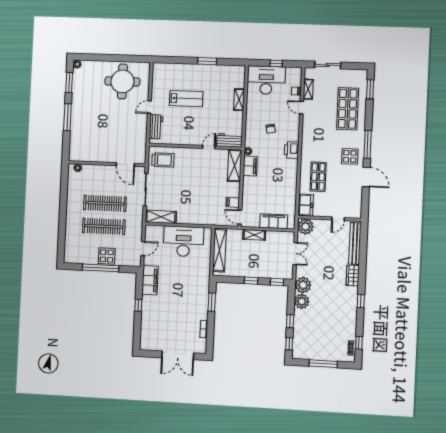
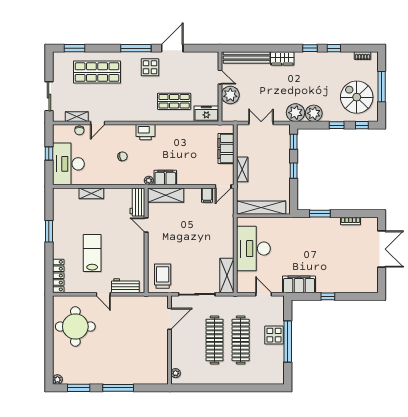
locker: (168, 68) -> (58, 276), added
plant: (306, 227) -> (230, 95), moved
spiral stairs: (315, 341) -> (357, 97), added
window: (359, 343) -> (334, 48), moved

